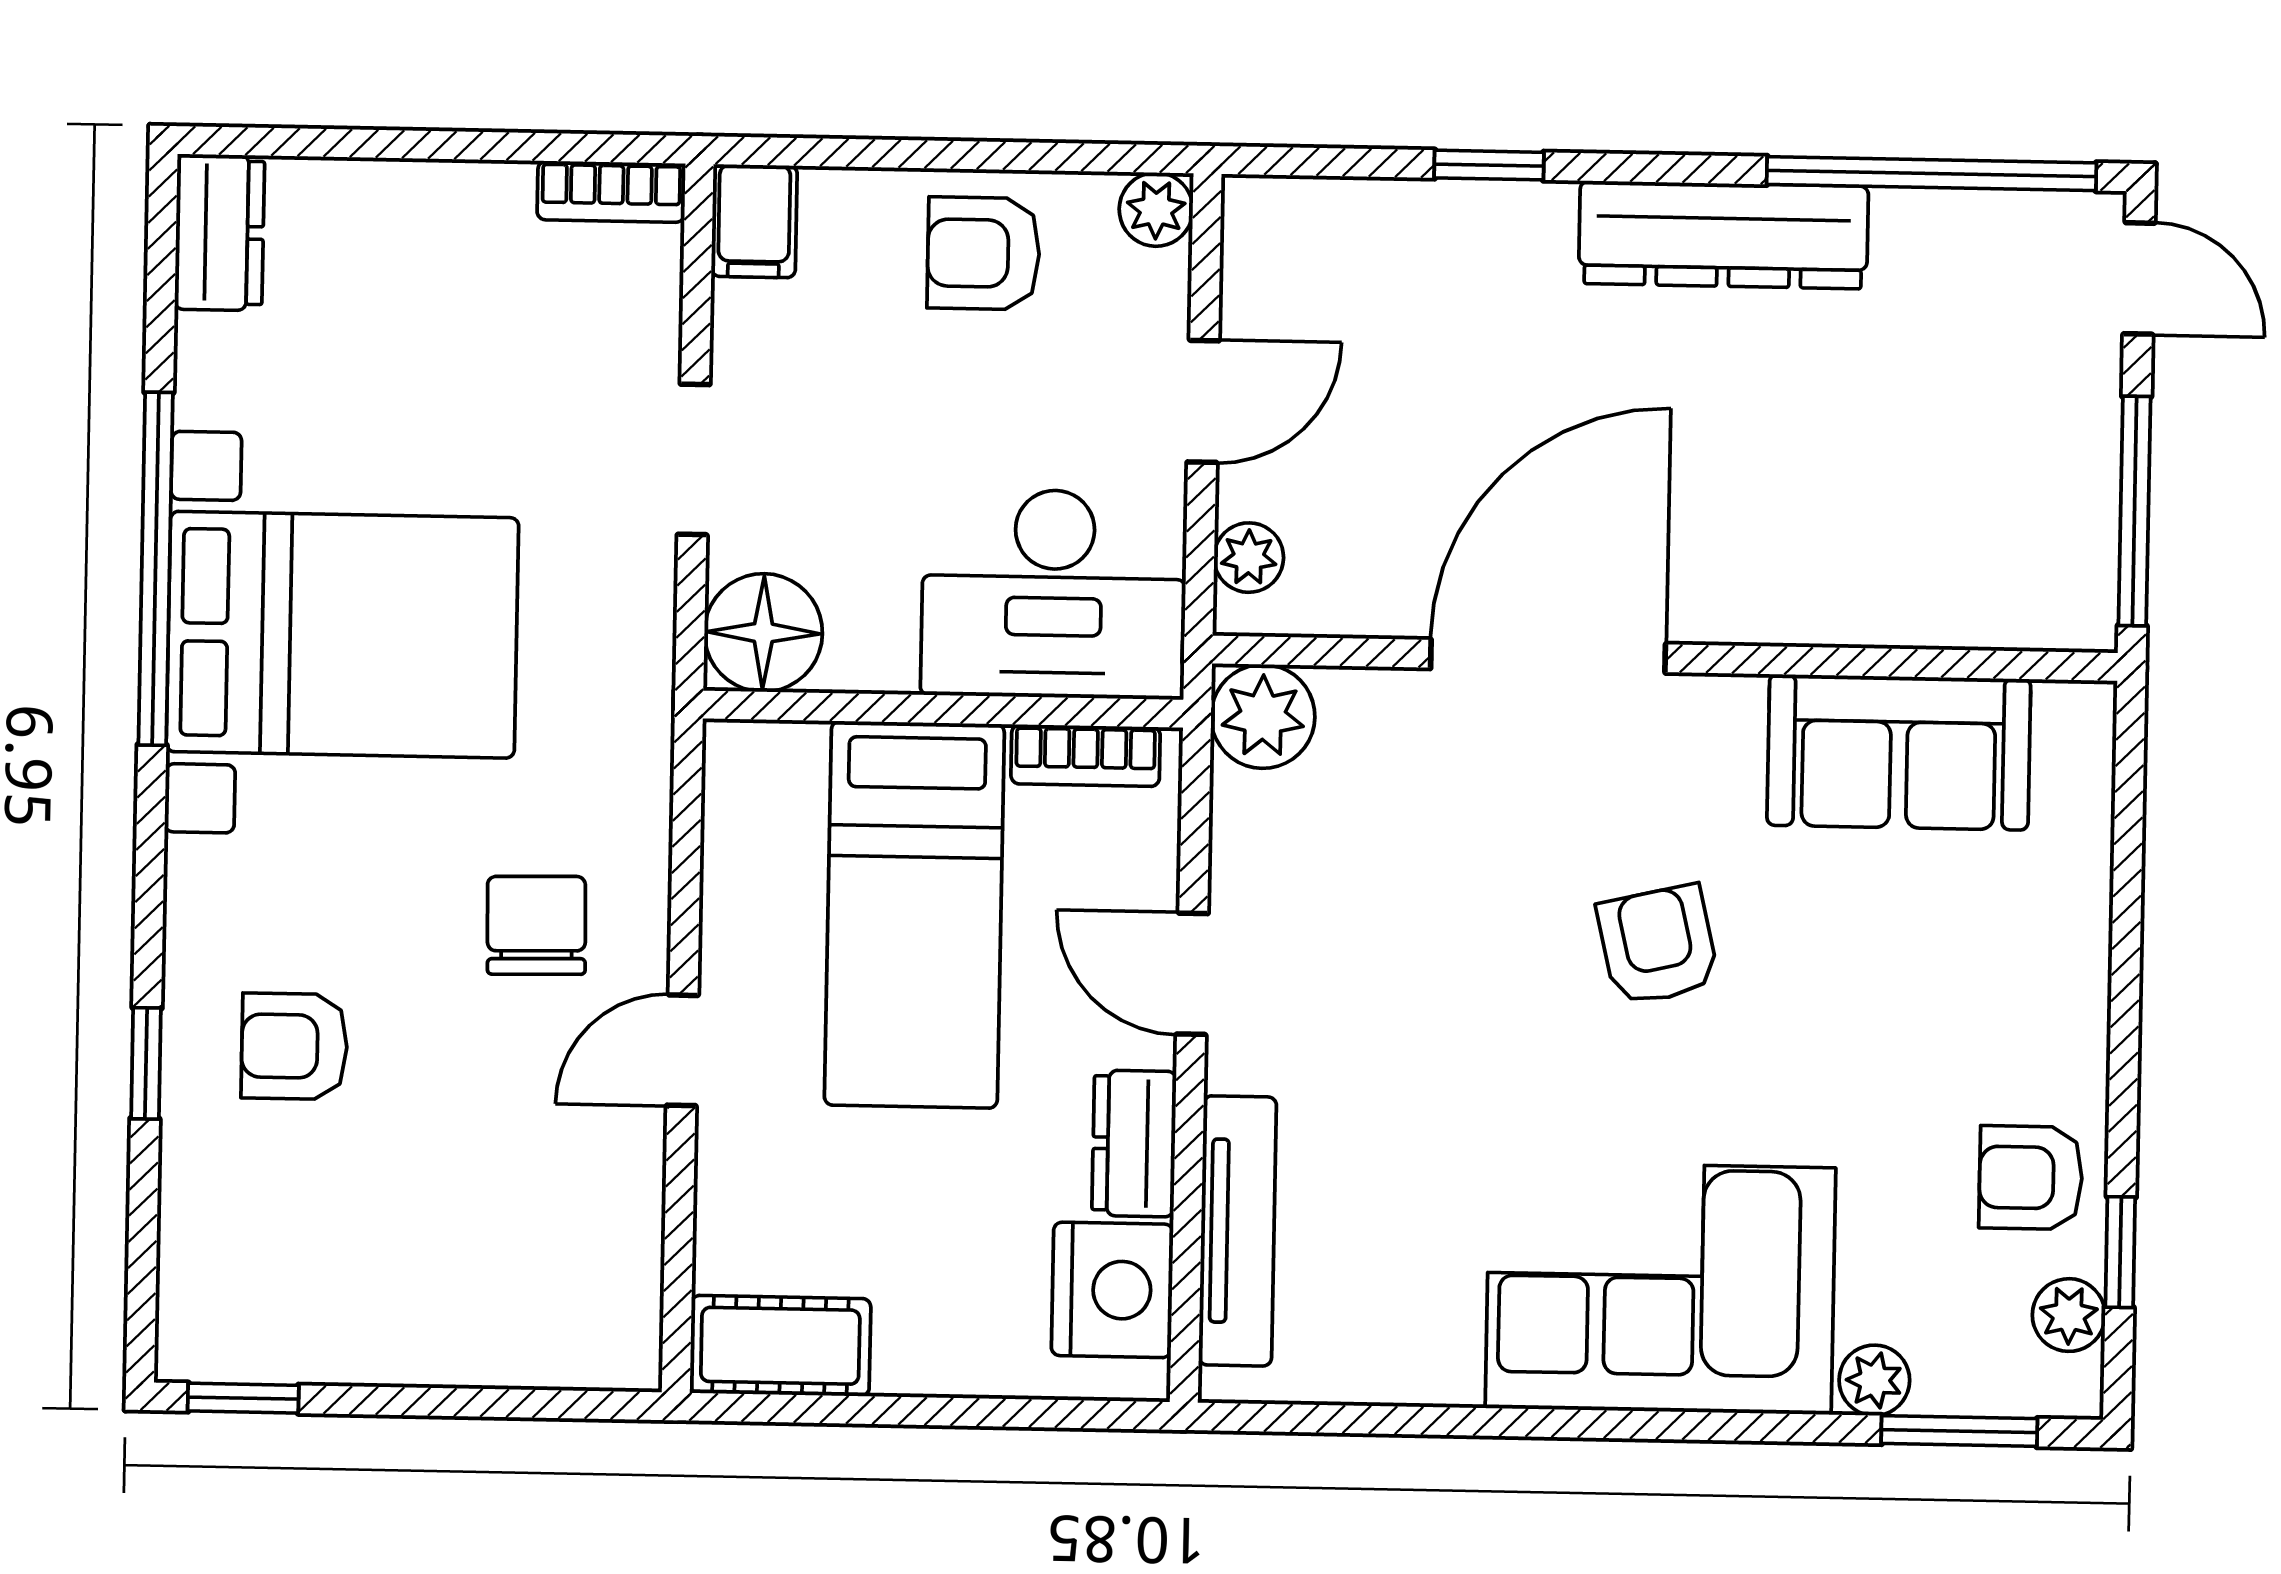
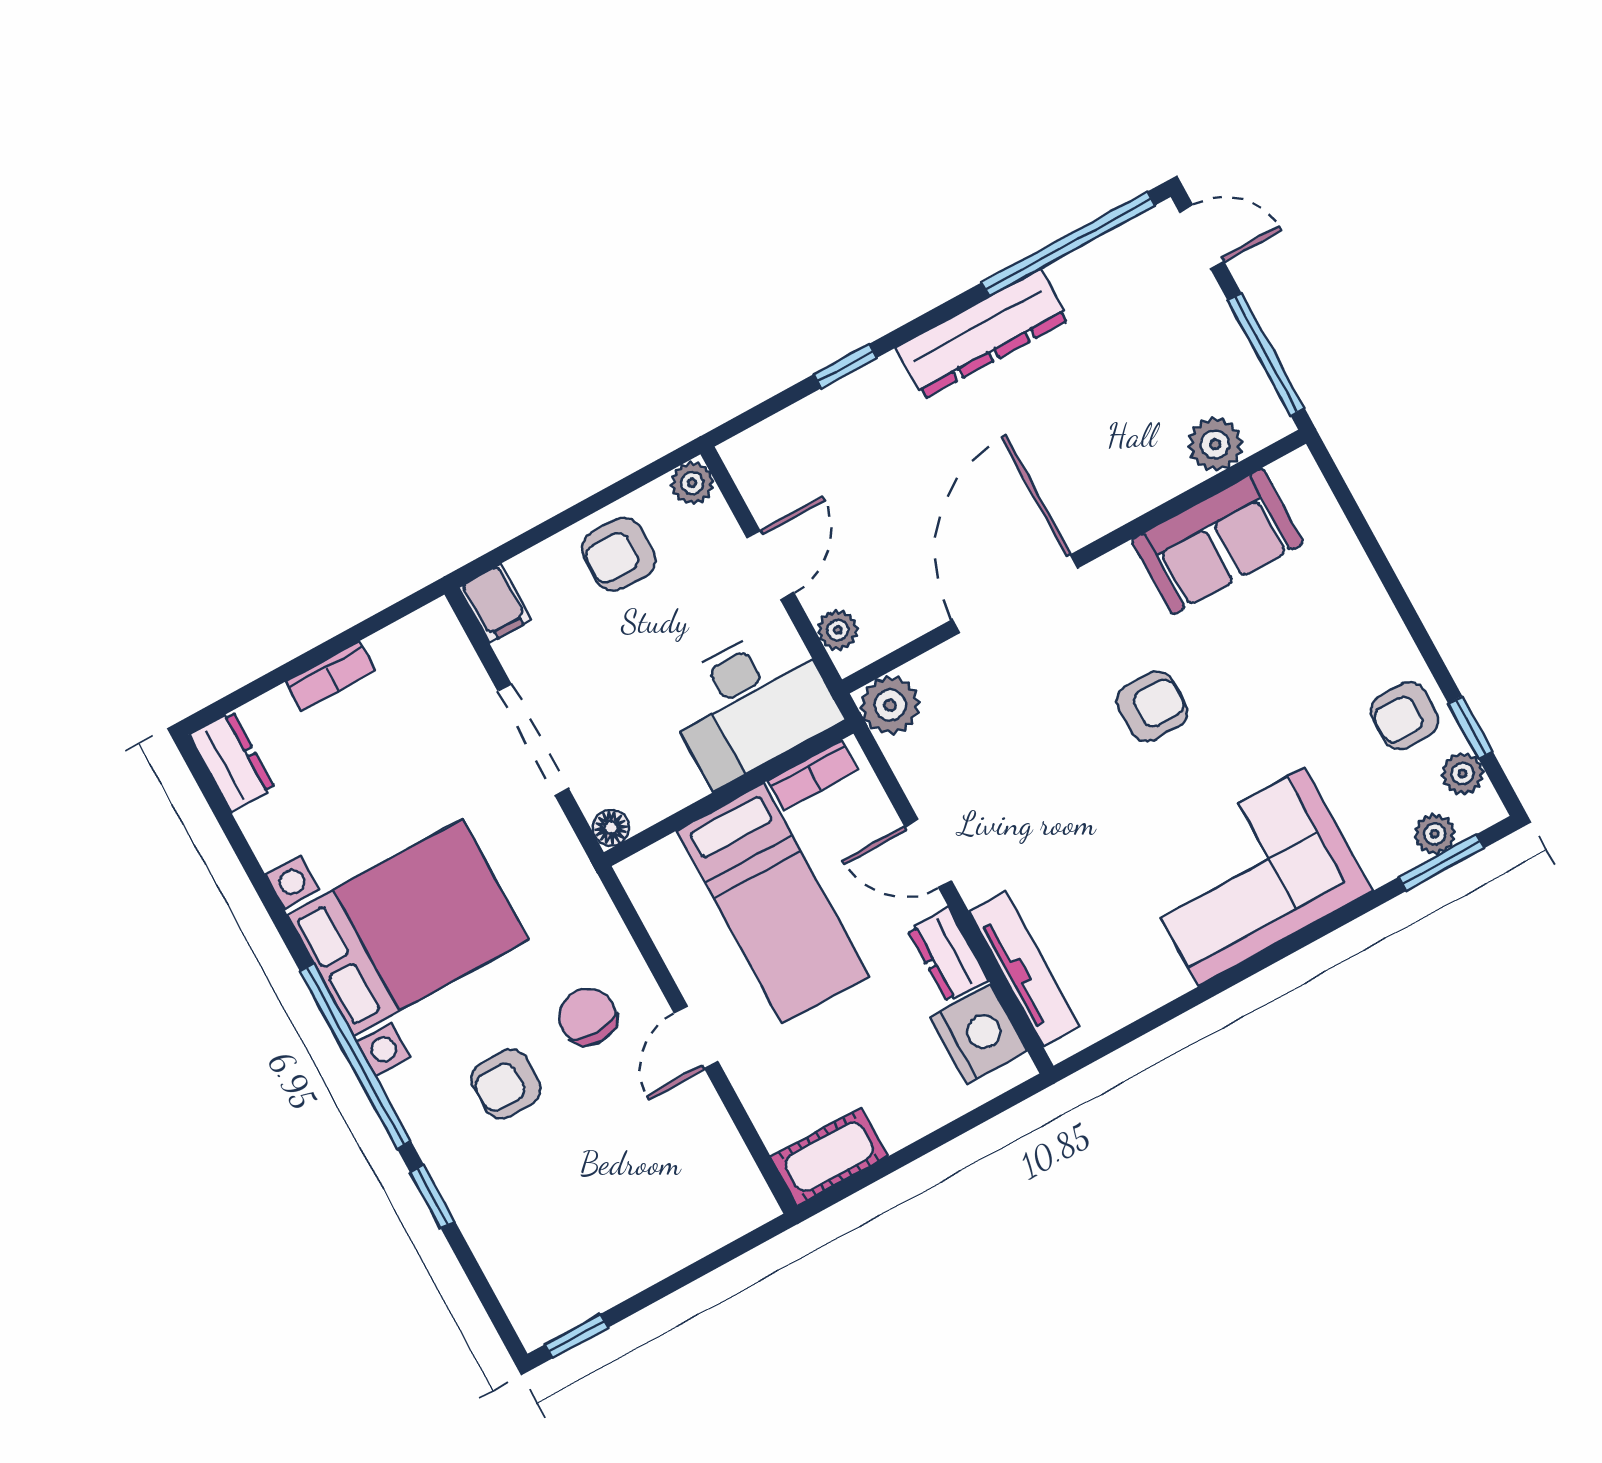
bookcase: (611, 192) -> (330, 676), moved
doorway: (694, 459) -> (533, 740), width x1.38
window: (156, 569) -> (355, 1056), moved
plant: (1980, 603) -> (1215, 444), added
floor lamp: (763, 633) -> (611, 828), width x0.53, depth x0.53
armchair: (1658, 945) -> (1152, 706), turned 103
armchair: (294, 1046) -> (506, 1084), moved
plant: (1874, 1380) -> (1435, 834), moved

